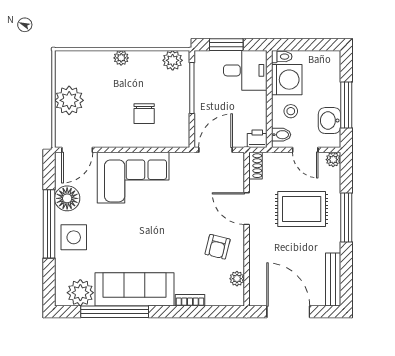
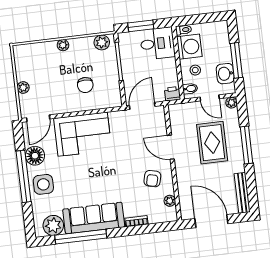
plant: (69, 100) -> (23, 87), width x0.53, depth x0.53
shoe rack: (255, 166) -> (174, 114), removed
rug: (302, 209) -> (212, 143), turned 90

